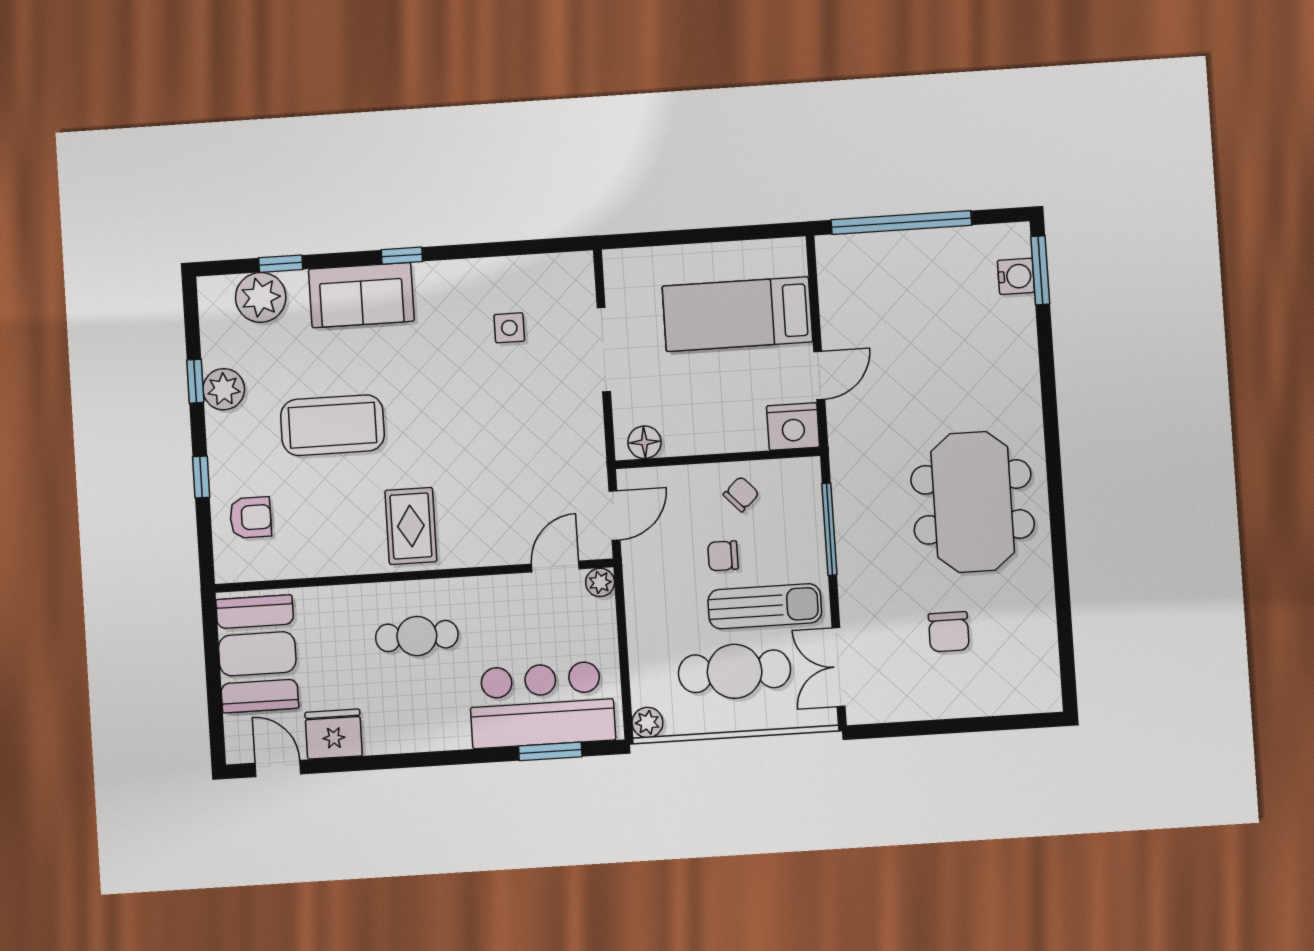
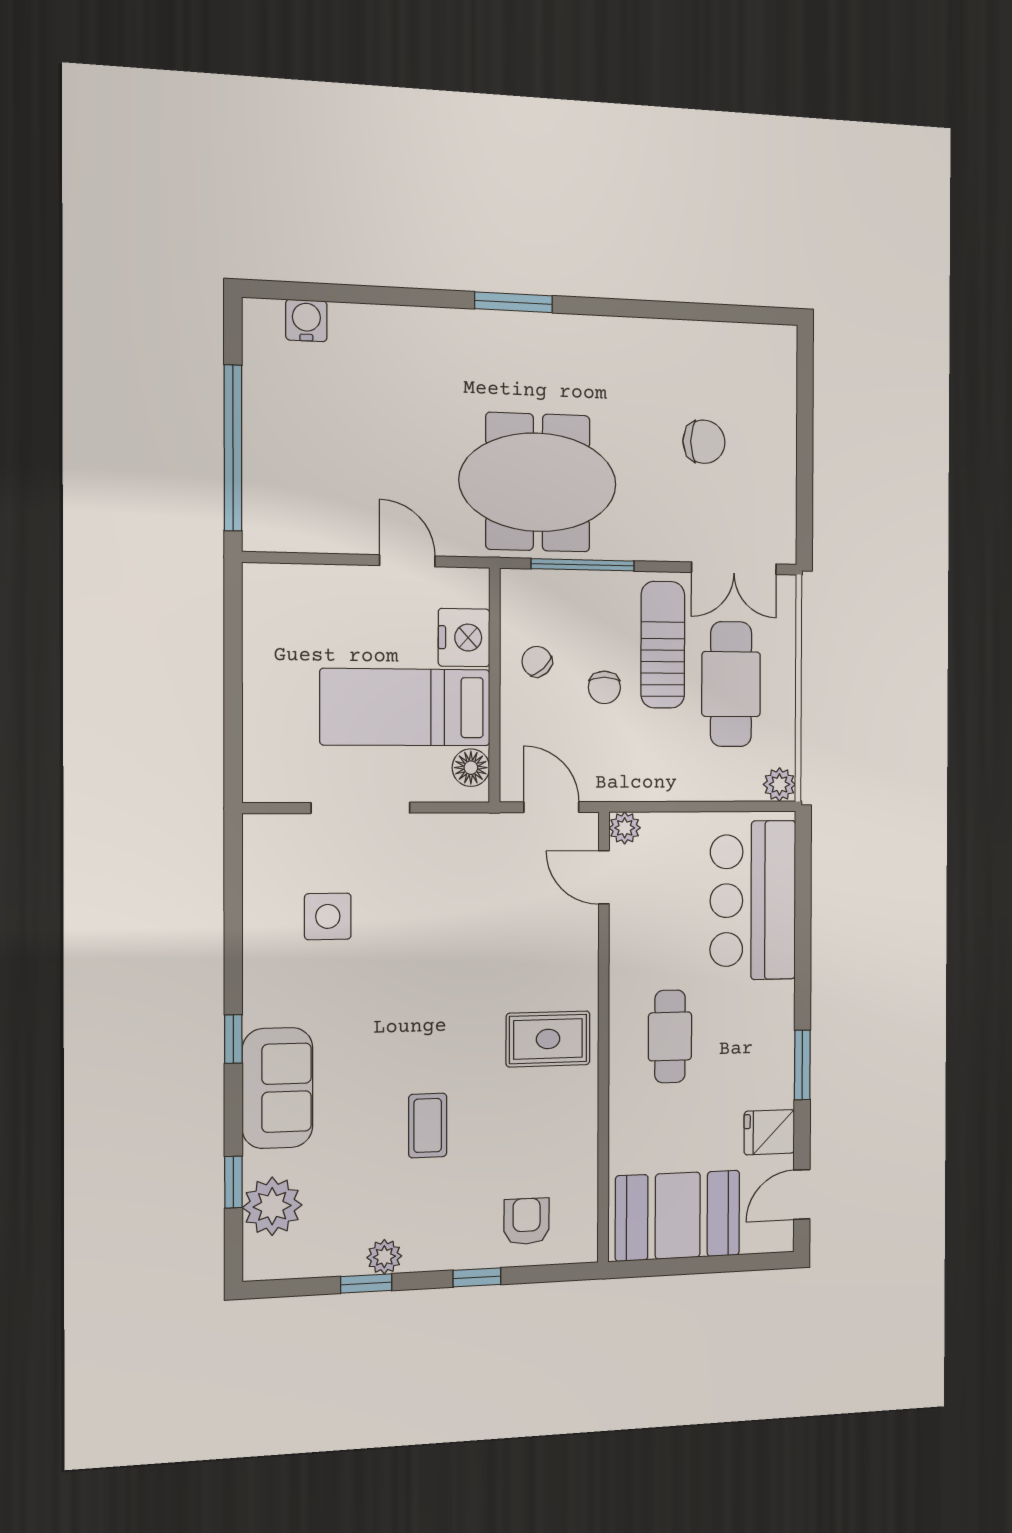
window: (1040, 270) -> (514, 302), moved
bed: (737, 314) -> (405, 707), moved, turned 90
side table: (509, 328) -> (328, 916), width x1.37, depth x1.37
plant: (224, 389) -> (384, 1257), width x0.73, depth x0.73
coffee table: (332, 425) -> (428, 1125), width x0.54, depth x0.58
nightstand: (793, 426) -> (464, 637), moved
meeting table: (973, 502) -> (538, 482), moved
fridge: (334, 734) -> (769, 1132), width x0.72
window: (550, 751) -> (802, 1065), moved

